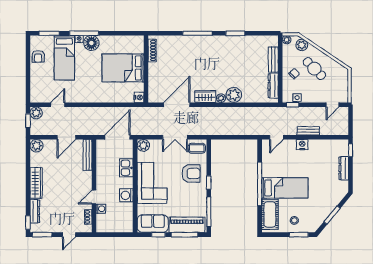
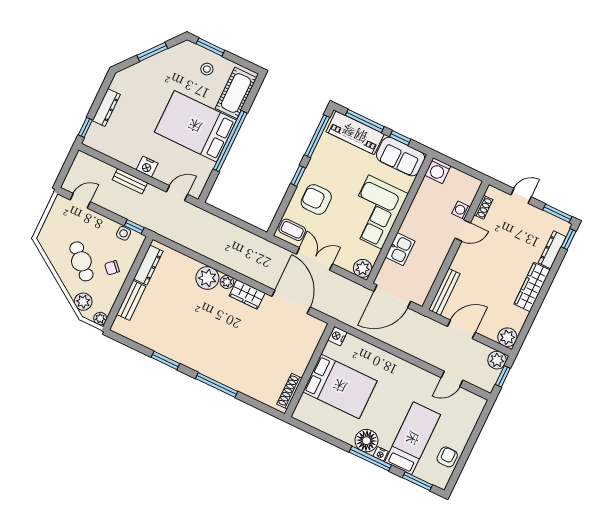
door: (177, 105) -> (291, 302), swing flipped
plant: (36, 113) -> (497, 360), moved
bed: (285, 188) -> (195, 126), width x1.50
washing machine: (126, 195) -> (438, 171), moved, turned 90

